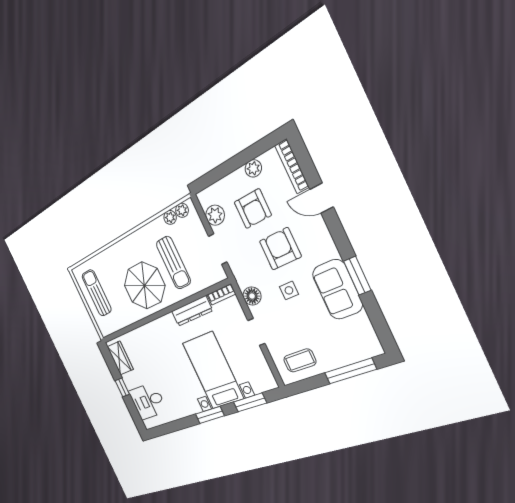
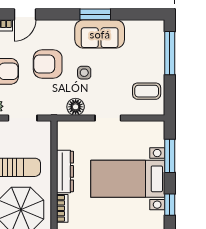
bookcase: (221, 294) -> (62, 208), moved
coffee table: (300, 360) -> (147, 91), turned 90
window: (210, 415) -> (170, 205), width x0.67

